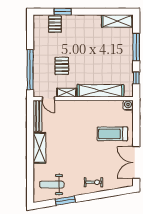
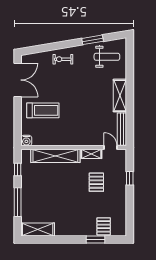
window: (30, 70) -> (130, 178), width x0.32

